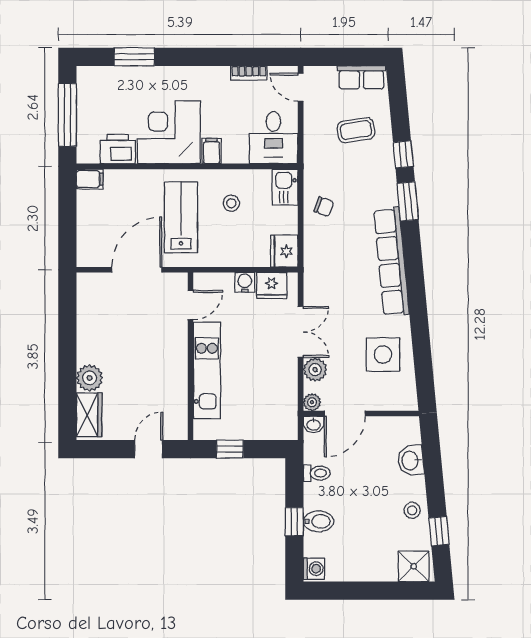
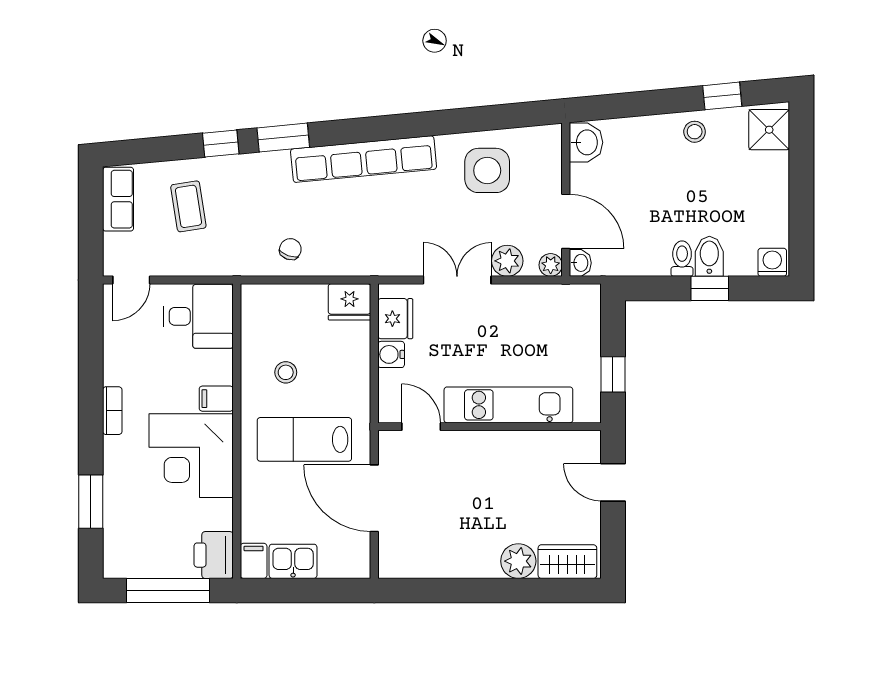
bookcase: (249, 73) -> (112, 411), moved
printer: (118, 149) -> (214, 555), moved
kitchen sink: (285, 187) -> (293, 561), moved, turned 180
washbasin: (411, 460) -> (586, 142), moved, turned -85
toilet: (317, 473) -> (682, 259), moved

